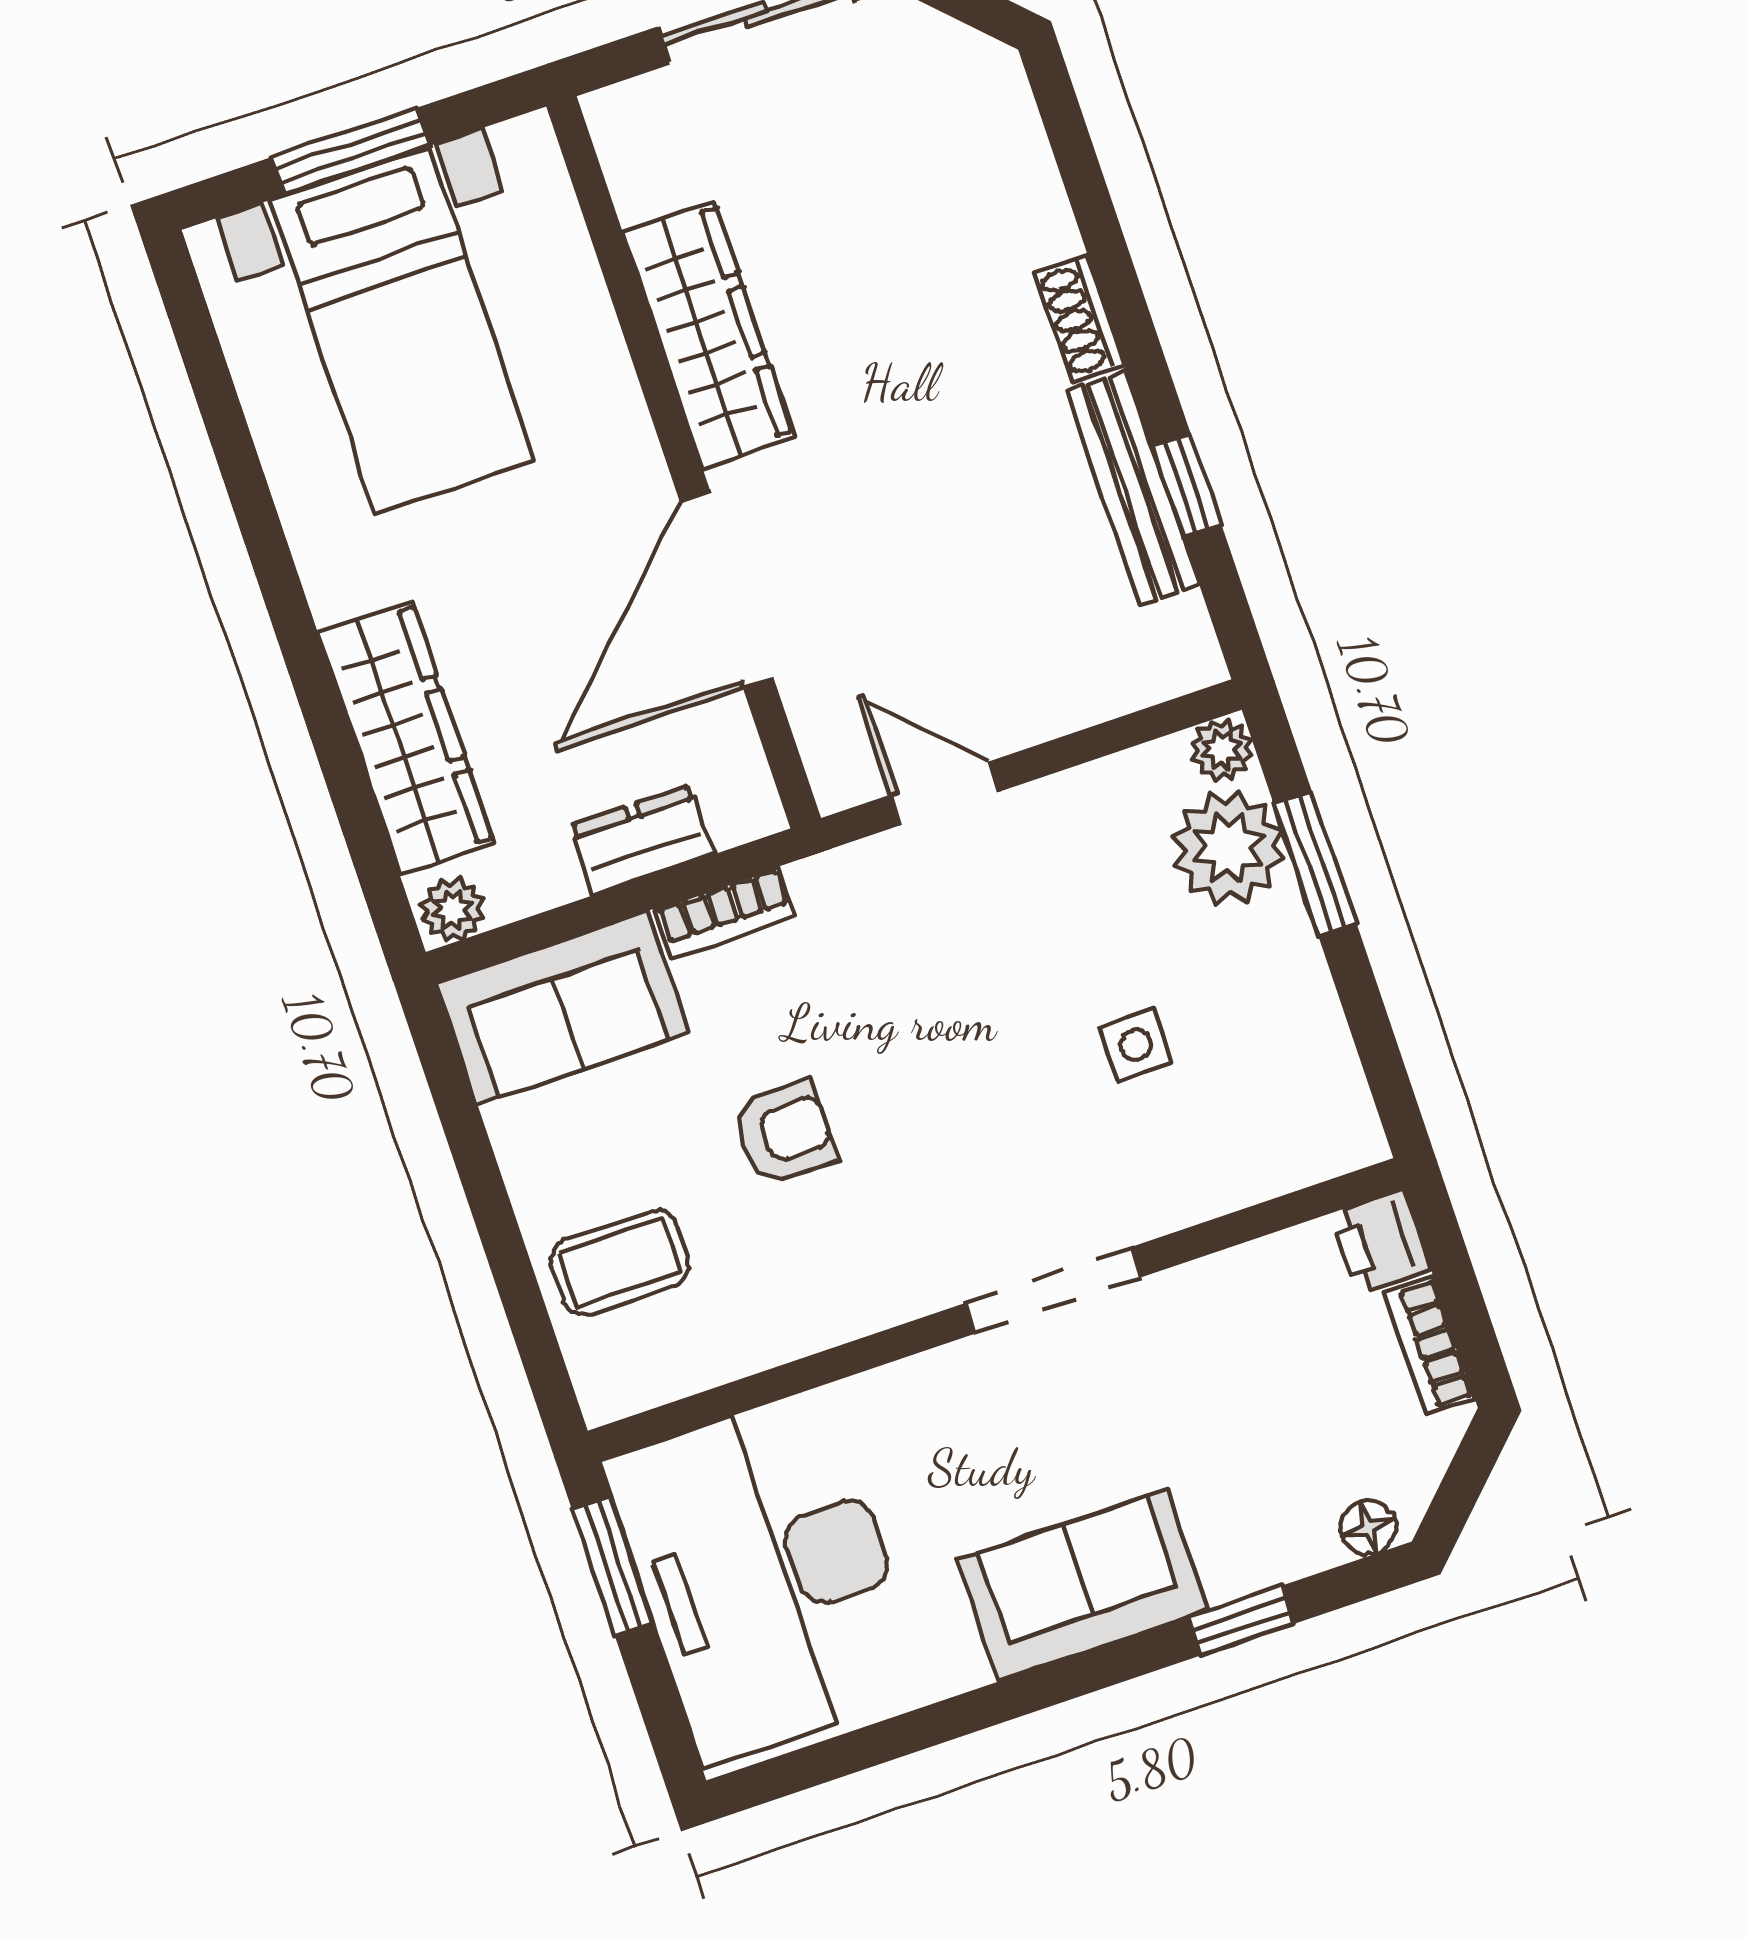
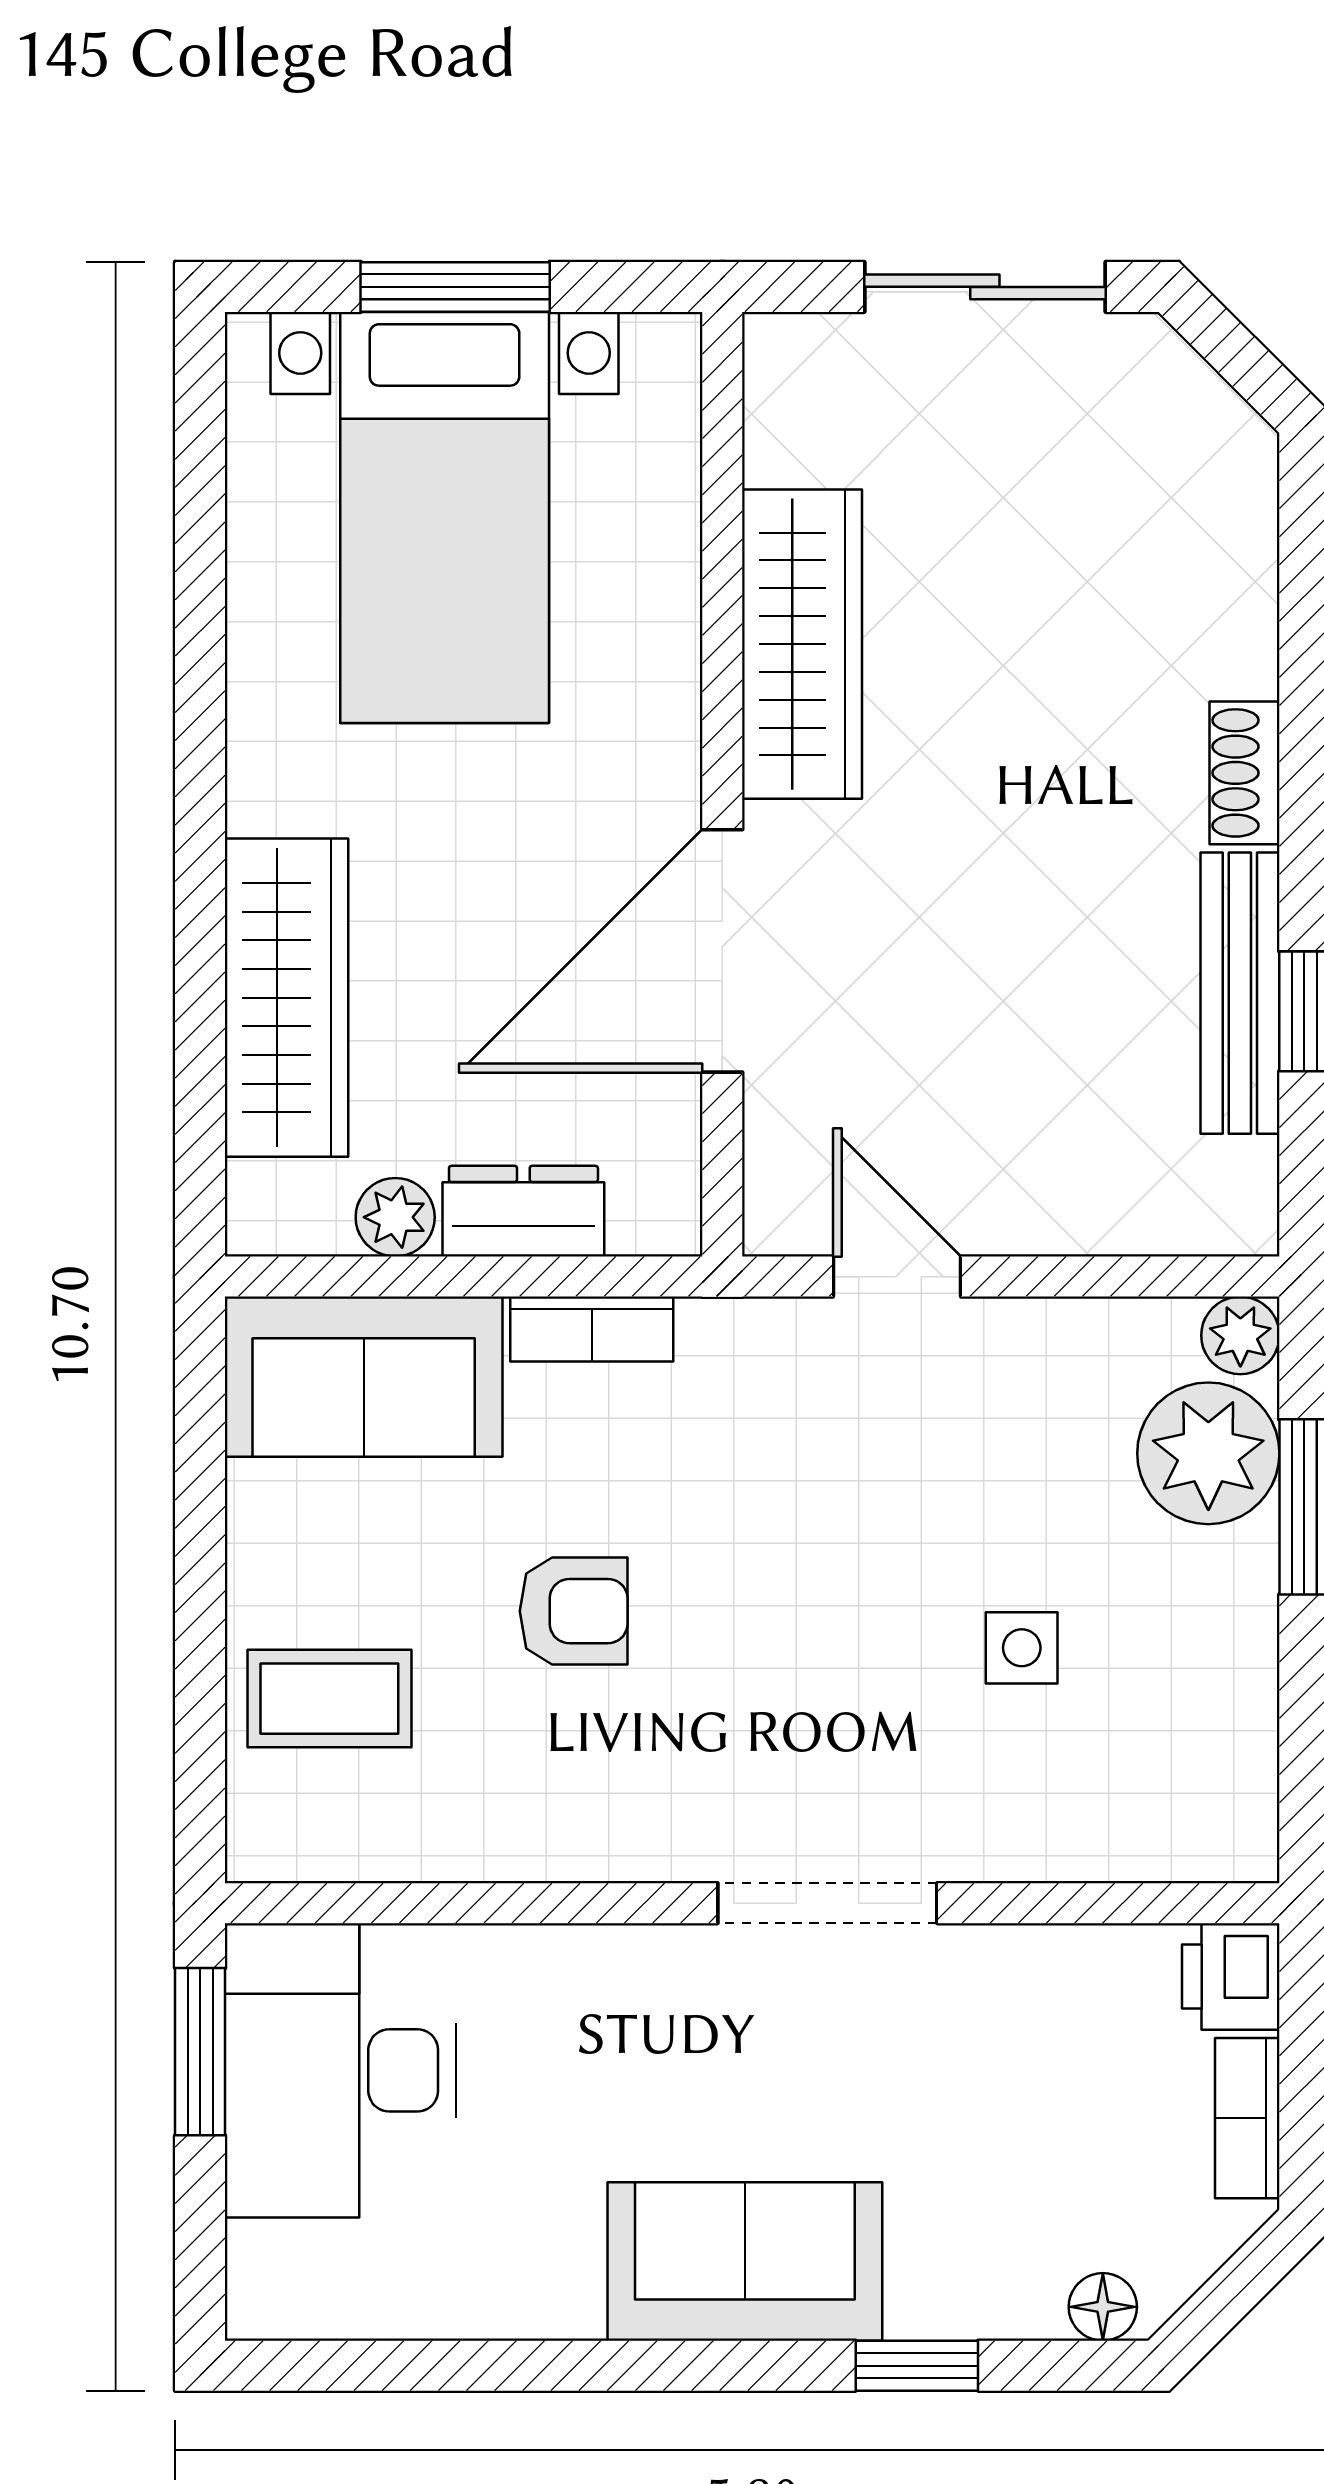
plant: (452, 909) -> (395, 1217), moved
desk: (765, 1576) -> (341, 2070), width x0.73, depth x0.77

